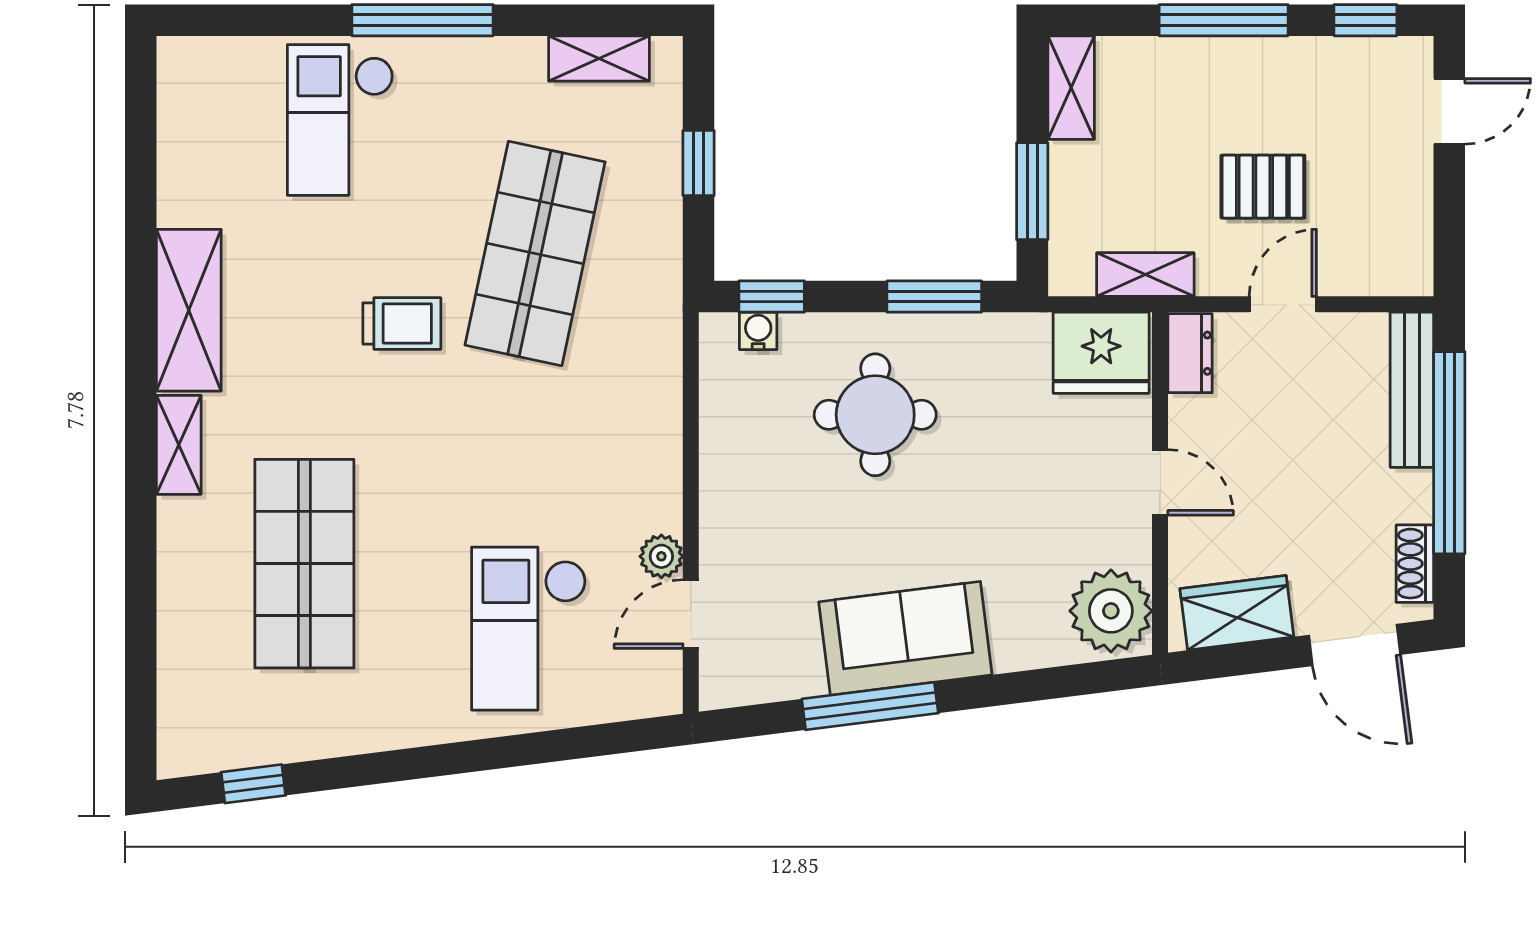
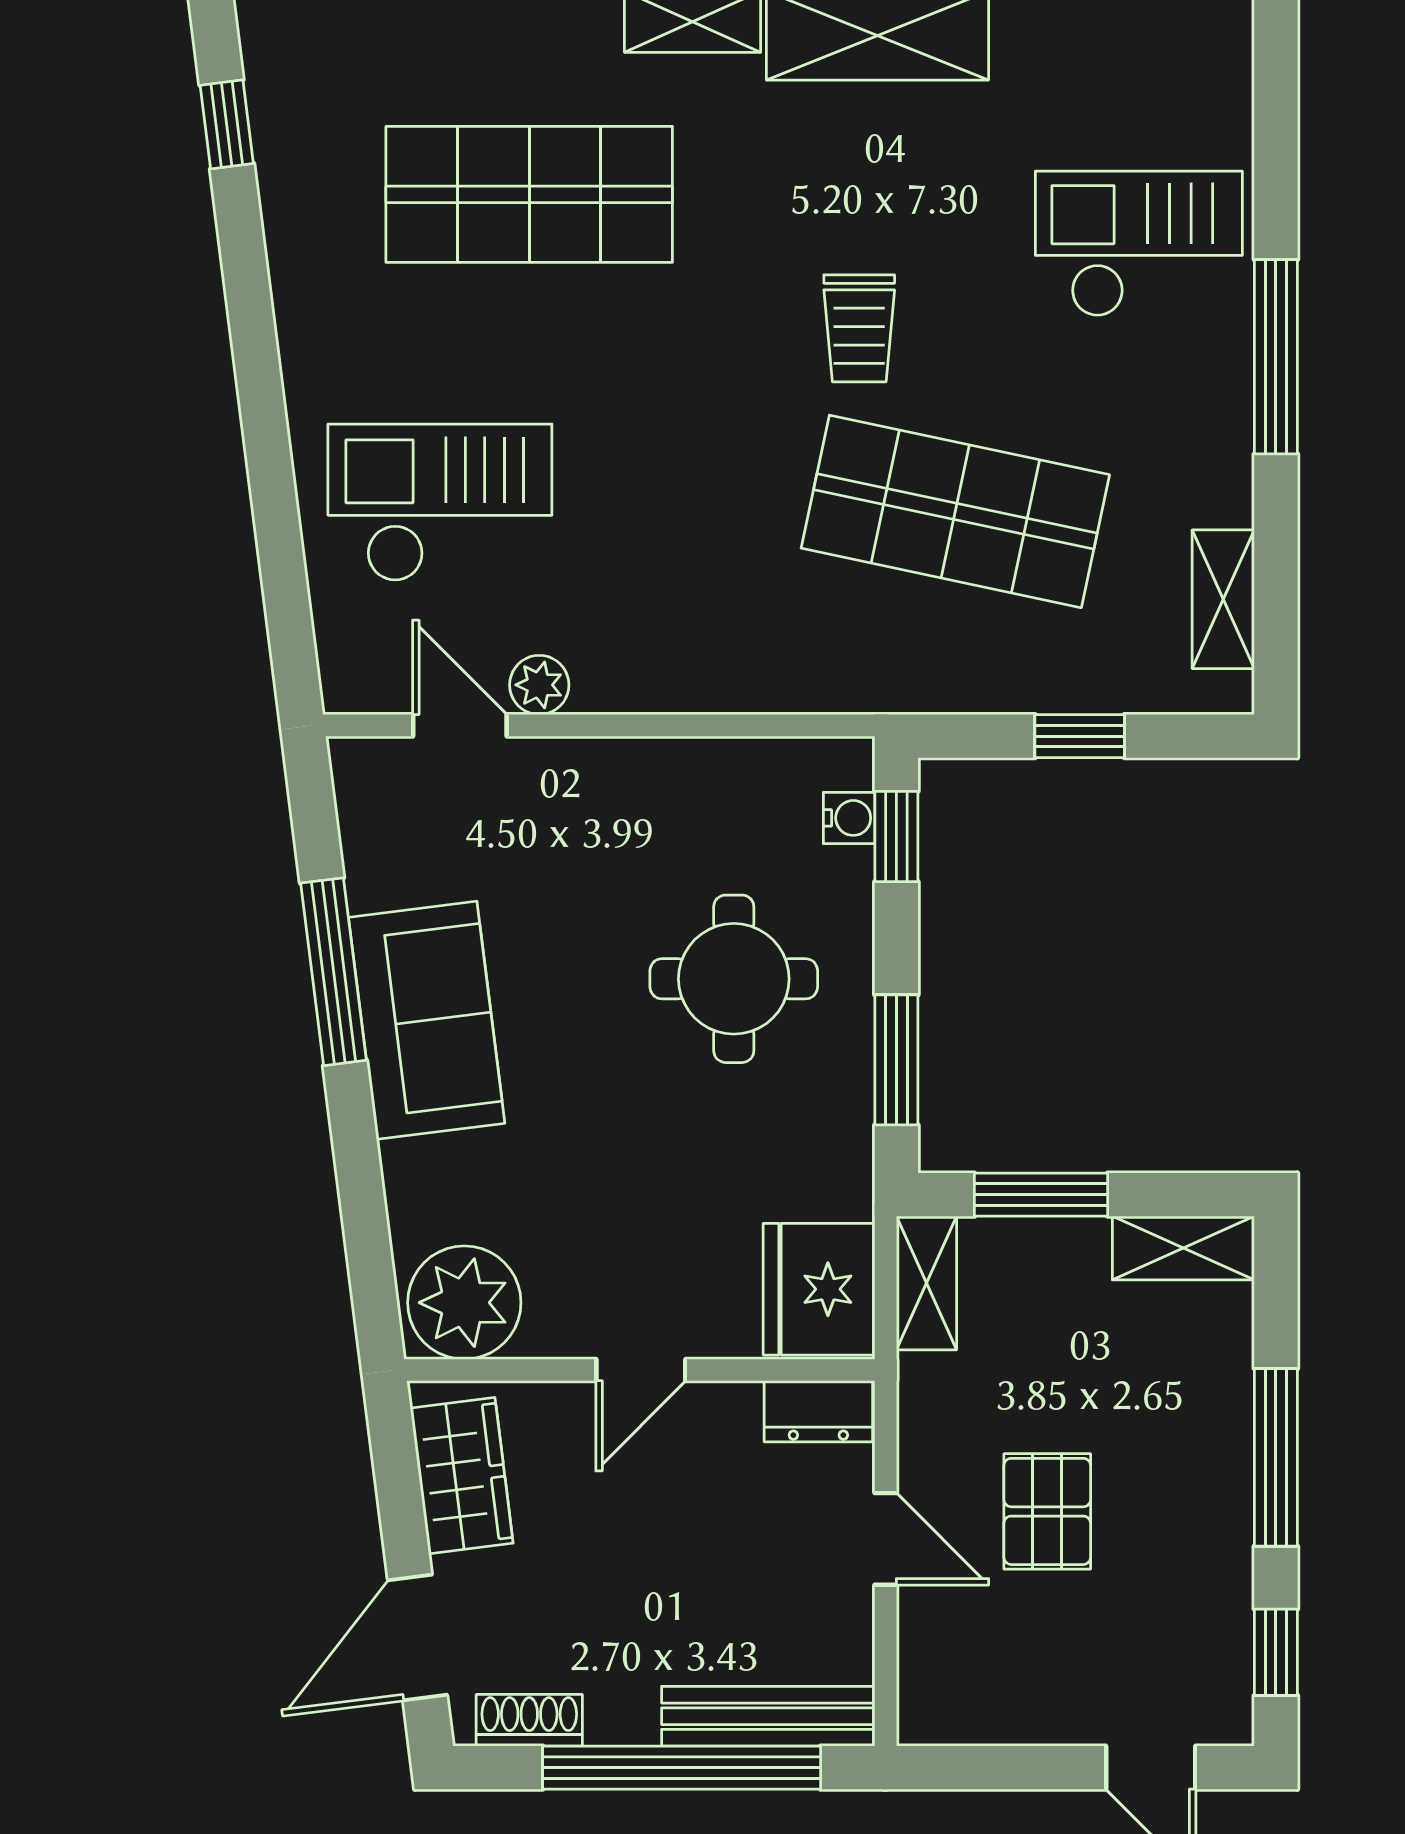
shelving: (1145, 275) -> (926, 1283), moved

